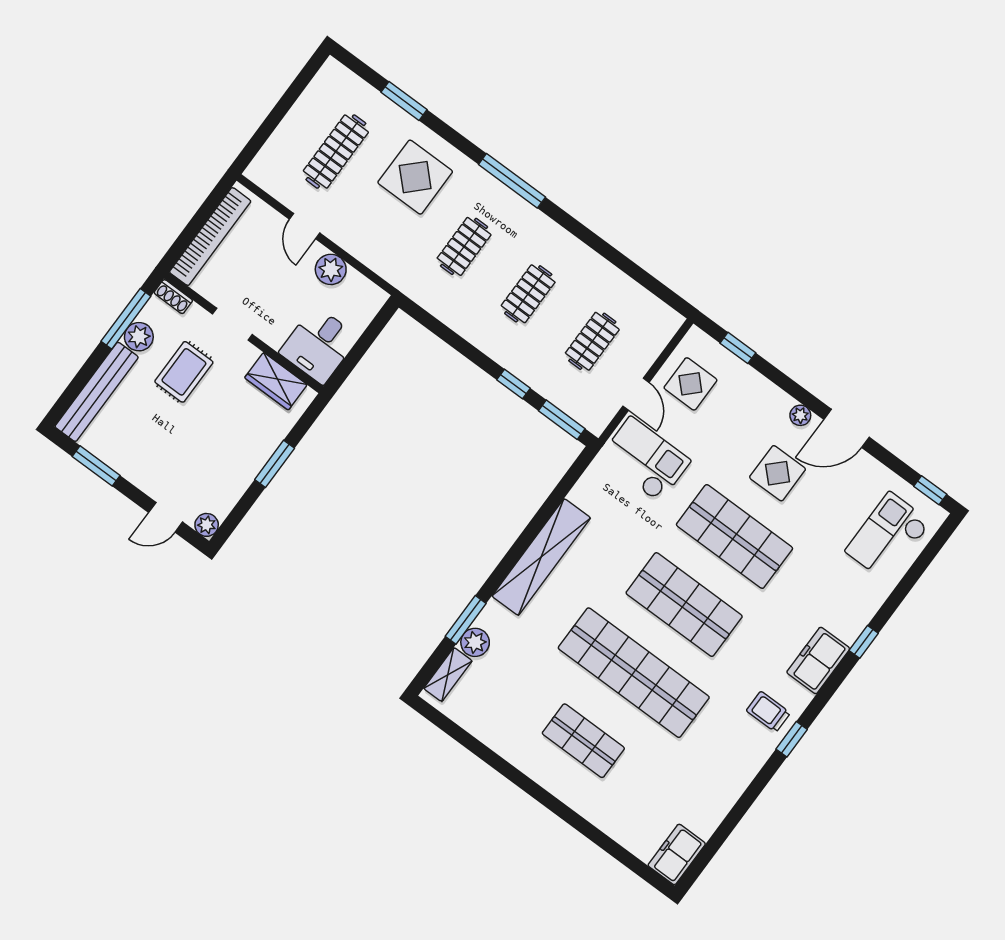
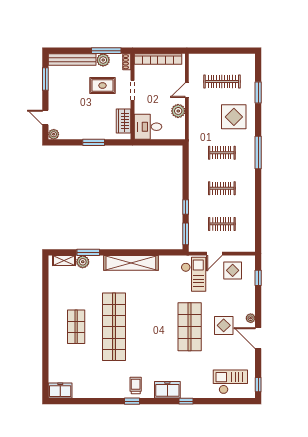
shop shelf: (684, 605) -> (152, 327), removed

